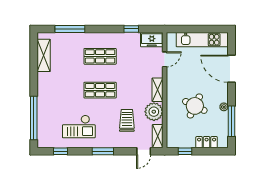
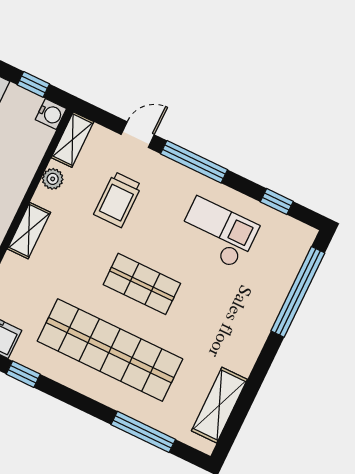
shop shelf: (100, 56) -> (110, 350), width x2.00, depth x1.36
plant: (154, 112) -> (53, 179), width x0.53, depth x0.53
water cooler: (172, 142) -> (51, 114), added
window: (103, 151) -> (194, 162), width x1.44
door: (144, 151) -> (138, 135), moved

